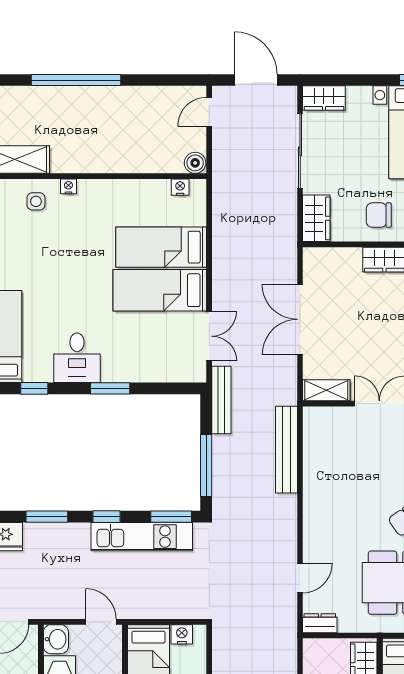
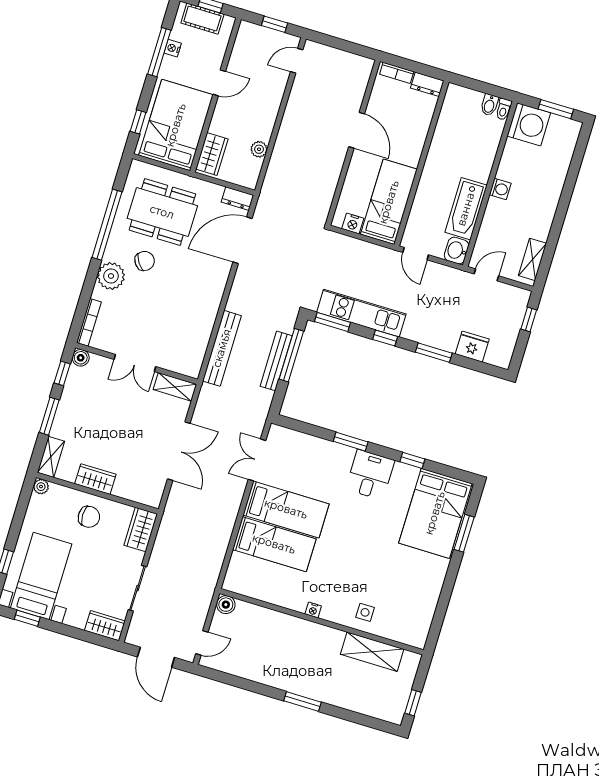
window: (76, 80) -> (303, 701), width x0.47
sliding door: (300, 151) -> (137, 588), width x0.73
nightstand: (68, 186) -> (313, 610), moved
nightstand: (180, 187) -> (244, 588), removed
bench: (221, 400) -> (276, 361), moved
door: (300, 578) -> (243, 240), width x1.88

